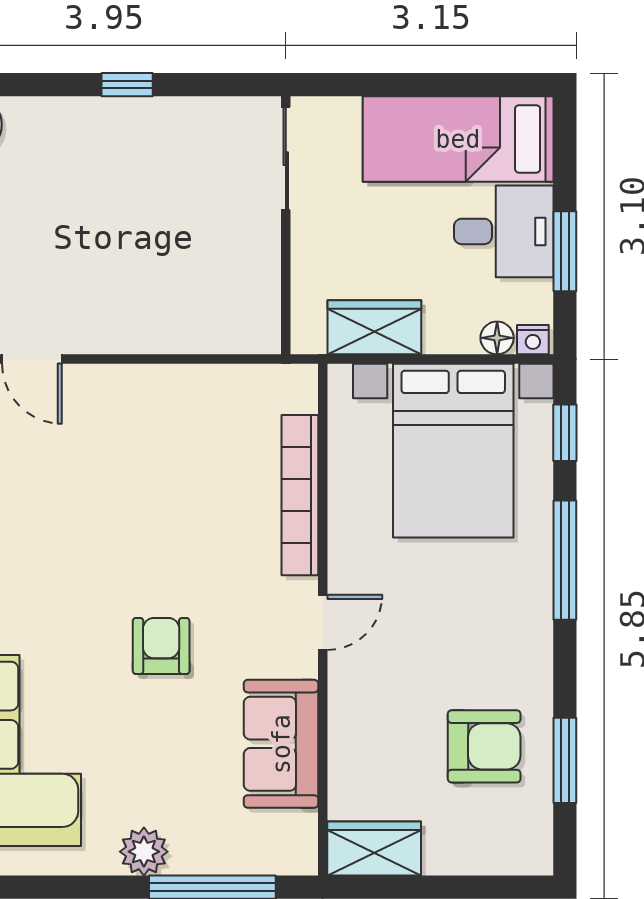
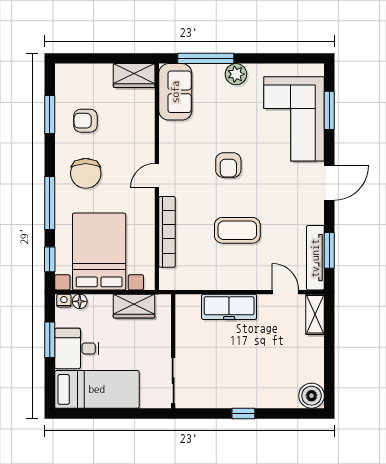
freezer: (159, 326) -> (229, 307), added
coffee table: (141, 499) -> (237, 230), added
chair: (483, 627) -> (86, 173), added
sofa: (281, 744) -> (175, 92), moved
armchair: (484, 746) -> (85, 121), width x0.72, depth x0.72

